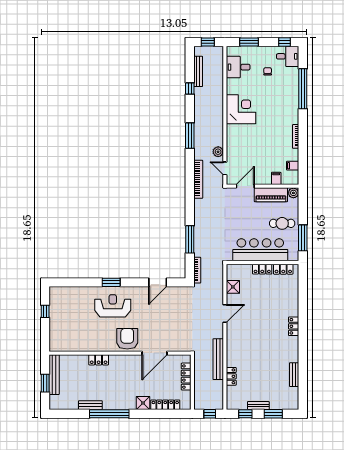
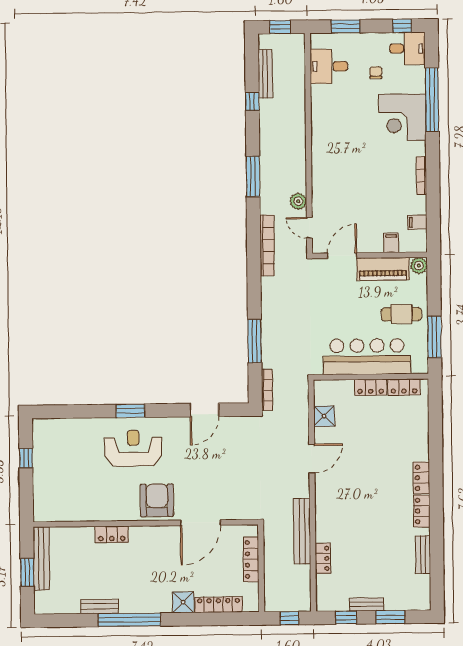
corner desk: (241, 109) -> (402, 117), moved, turned 180
locker: (294, 347) -> (422, 511), added

